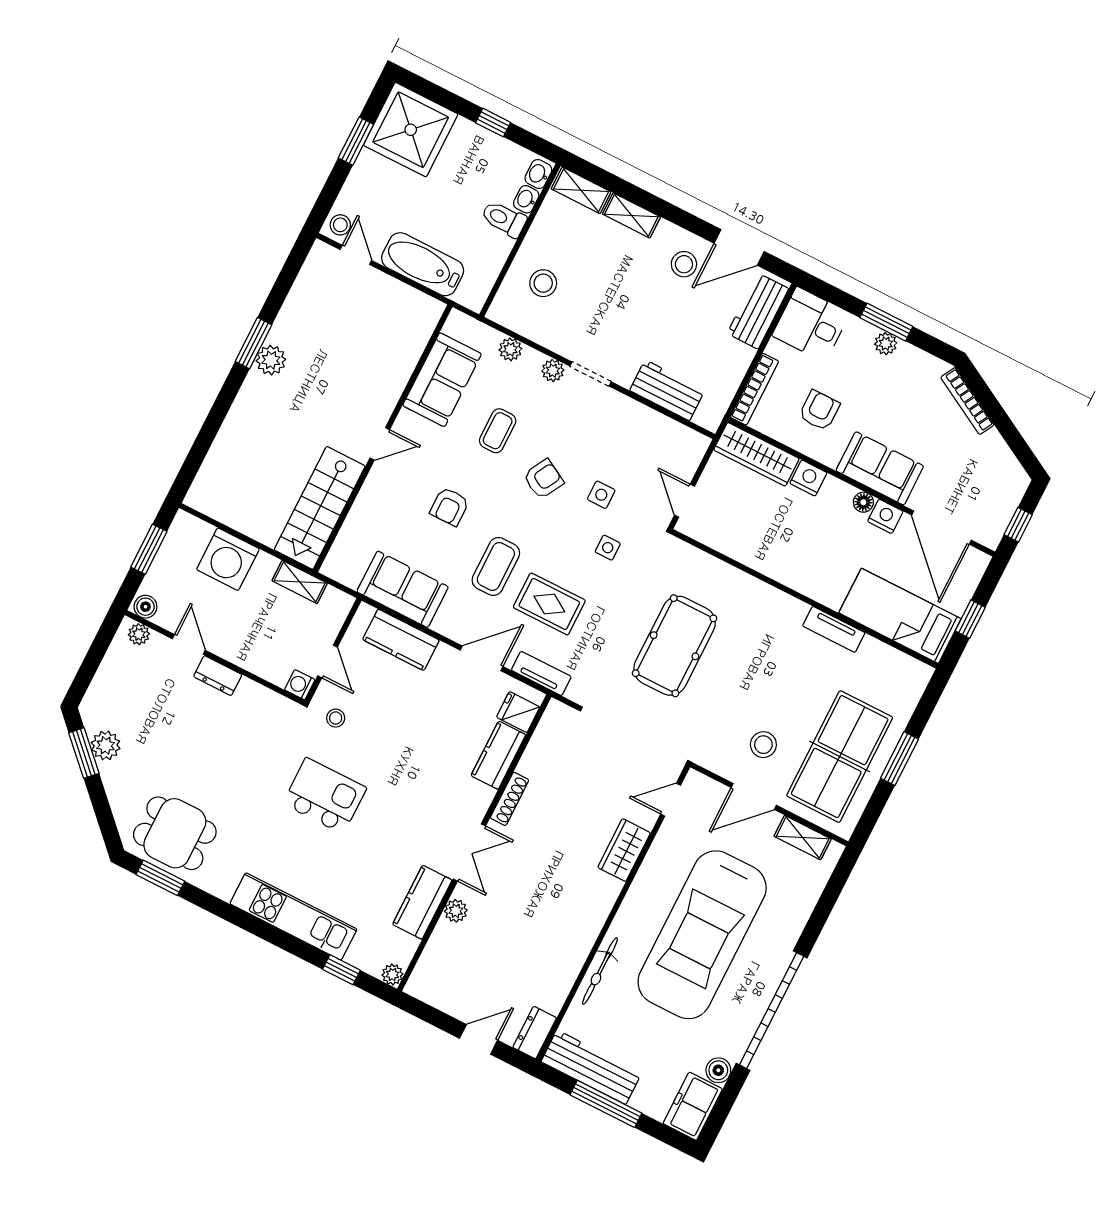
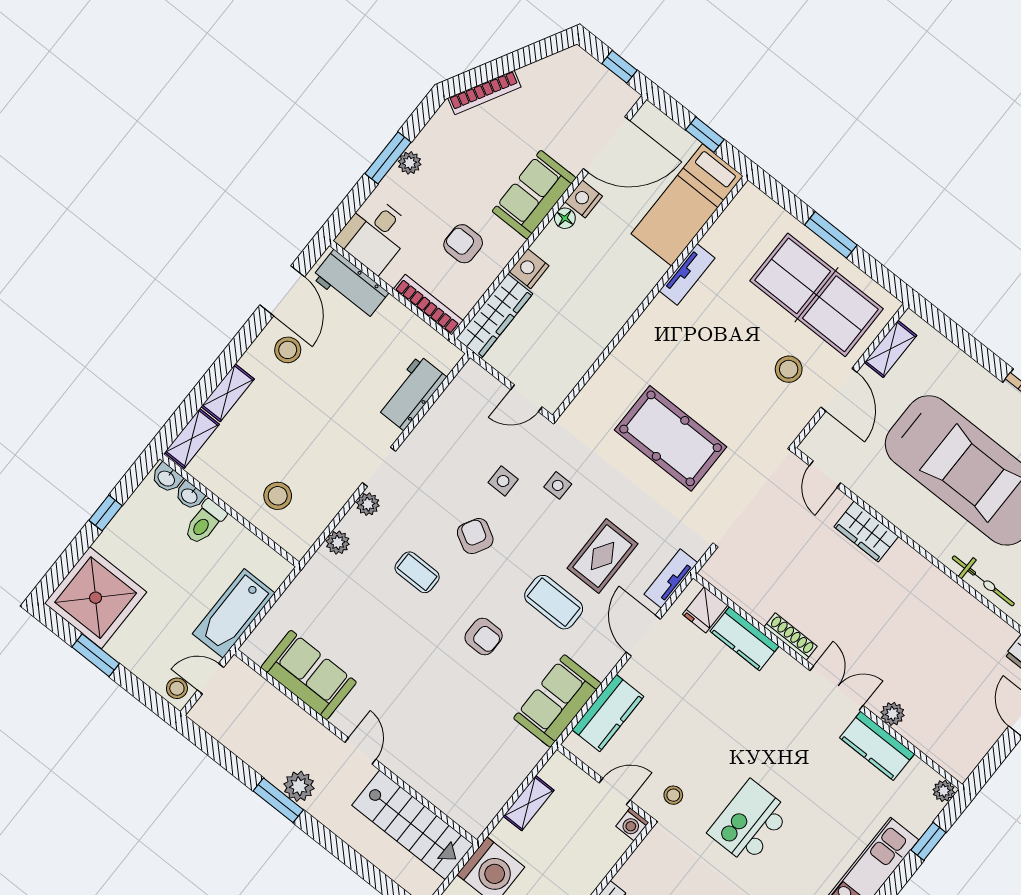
sofa: (442, 380) -> (309, 675), moved
wall: (383, 438) -> (355, 747), moved
door: (380, 444) -> (360, 751), moved
stairs: (320, 508) -> (413, 825), moved

